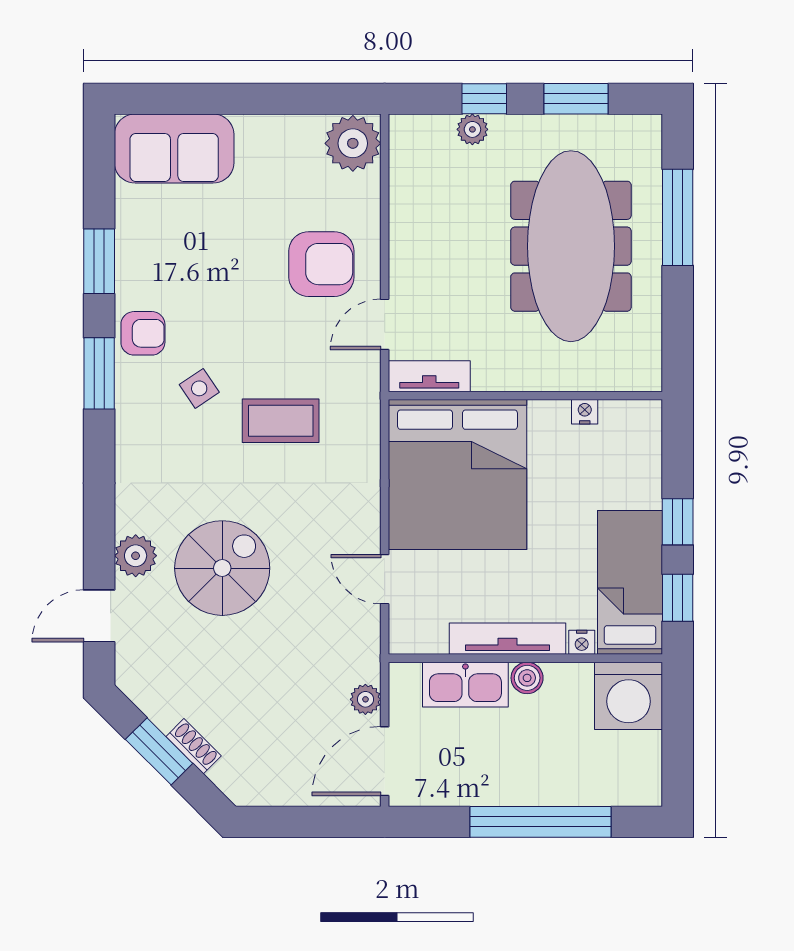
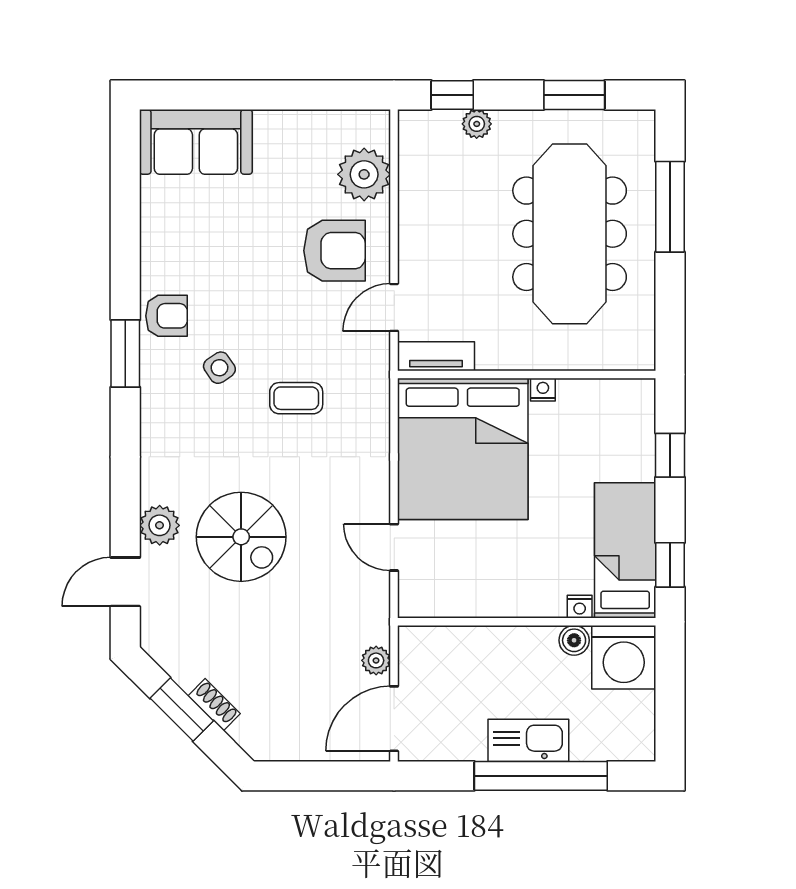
window: (484, 99) -> (452, 95), moved
plant: (353, 143) -> (364, 174), moved
window: (99, 261) -> (125, 248), removed
nightstand: (585, 412) -> (543, 390), moved
coffee table: (281, 421) -> (296, 398), width x0.73, depth x0.77
window: (678, 522) -> (670, 455), moved
spiral stairs: (222, 568) -> (241, 537), turned 90
tv unit: (508, 639) -> (510, 603), removed
boiler: (527, 678) -> (574, 640), moved
kitchen sink: (465, 685) -> (528, 740), moved, turned 180

